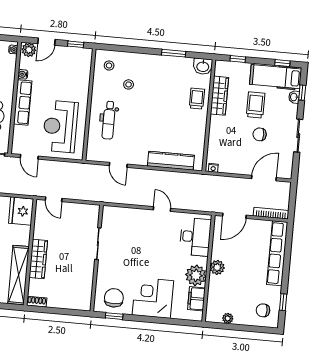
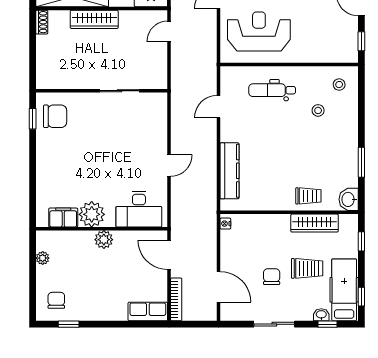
row of seats: (277, 253) -> (148, 311), width x0.50
corner desk: (153, 298) -> (59, 164), removed

